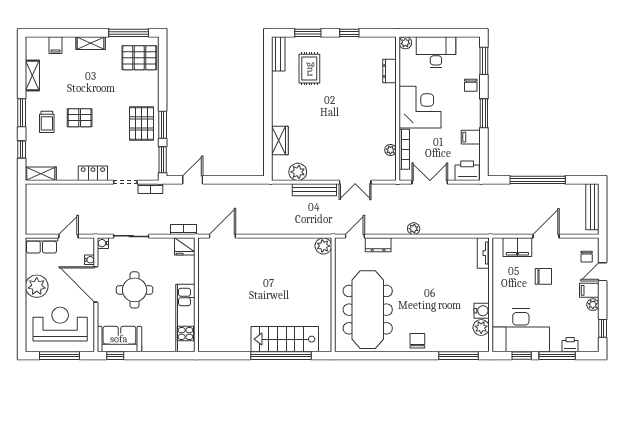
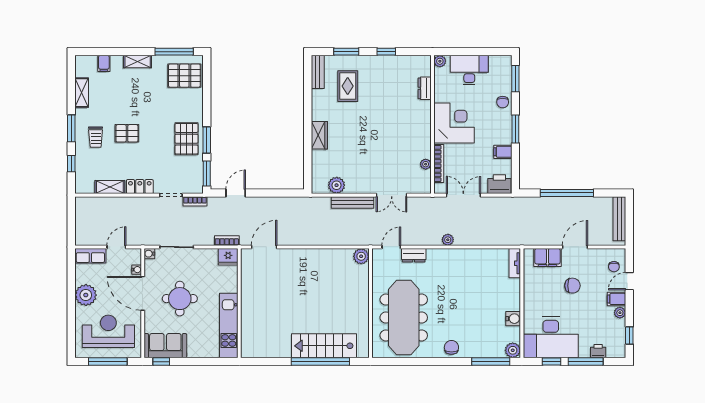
wardrobe: (280, 140) -> (319, 135), moved
shelving: (41, 174) -> (110, 187), moved
plant: (481, 327) -> (513, 350), moved

